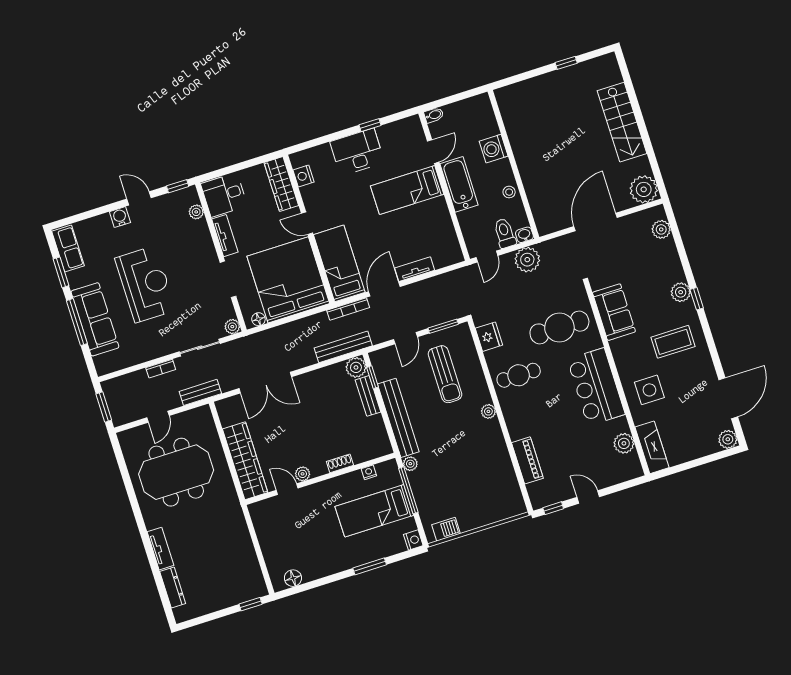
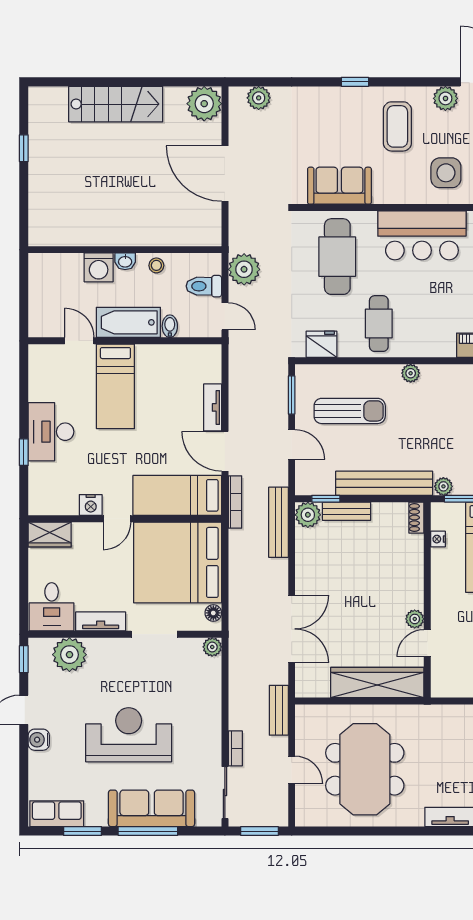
bidet: (434, 115) -> (170, 326), moved
window: (370, 125) -> (24, 452), moved
nightstand: (303, 176) -> (91, 505), moved
wardrobe: (281, 184) -> (50, 535), width x0.67
plant: (196, 212) -> (69, 655), width x1.87, depth x1.87
washbasin: (524, 235) -> (125, 261), moved, turned -90
plant: (681, 292) -> (445, 98), moved
sliding door: (200, 348) -> (225, 793), moved
shoe rack: (340, 463) -> (416, 518), moved

